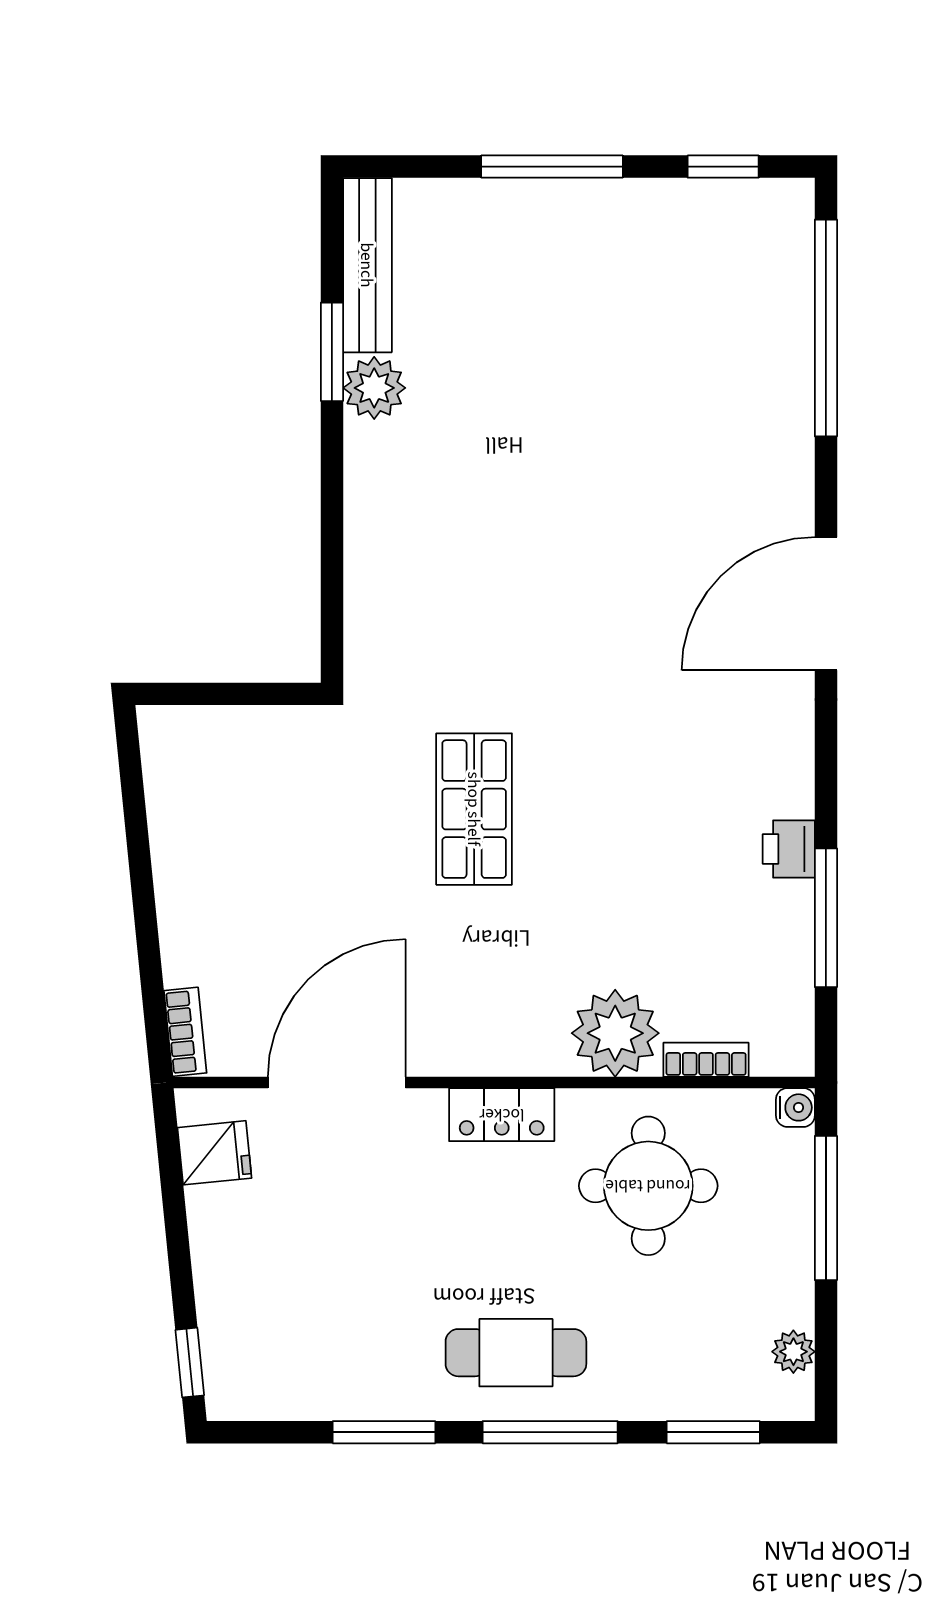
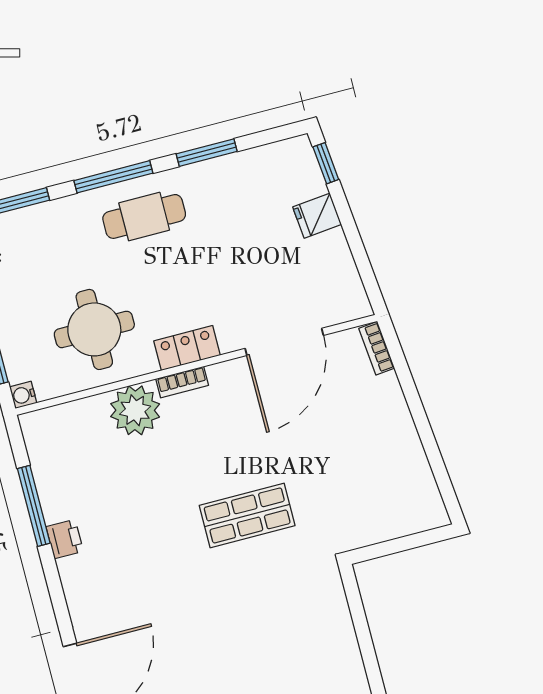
shop shelf: (474, 809) -> (247, 515), turned 90
bookcase: (706, 1060) -> (182, 382), moved
fridge: (215, 1153) -> (317, 216), moved

